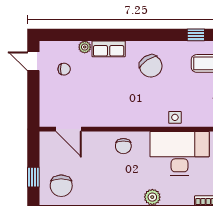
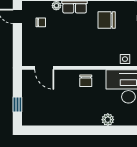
chair: (151, 66) -> (107, 20), turned 123
chair: (61, 186) -> (39, 111), removed

